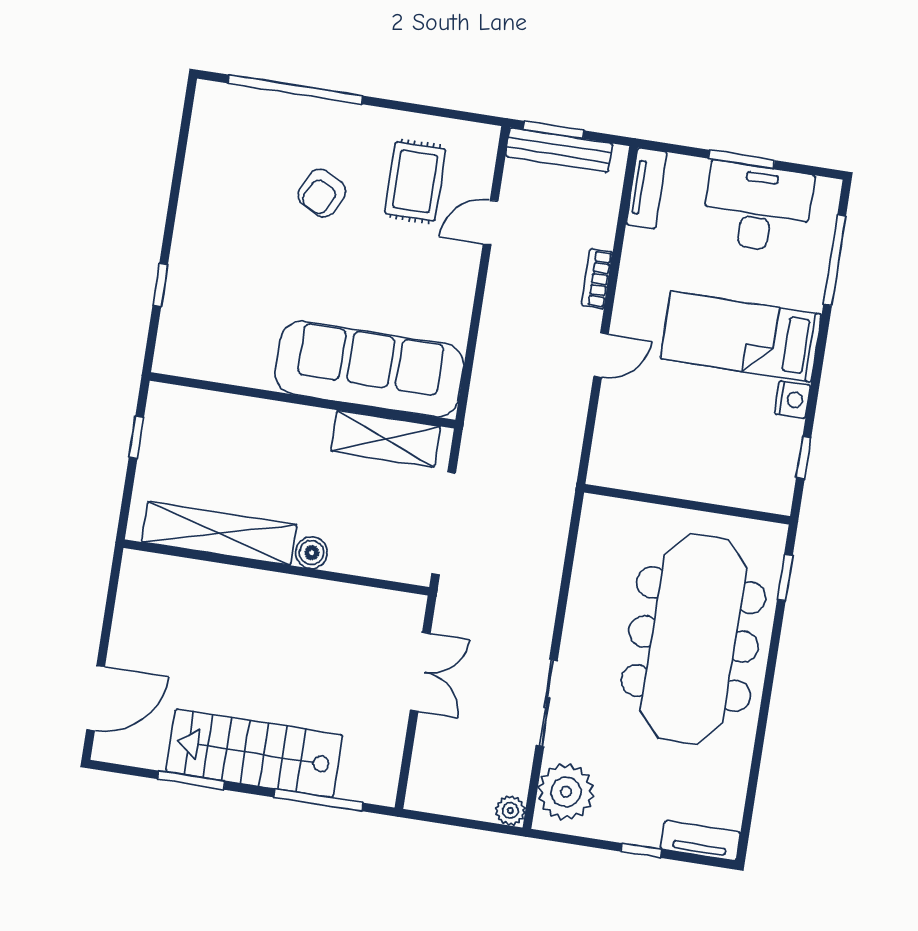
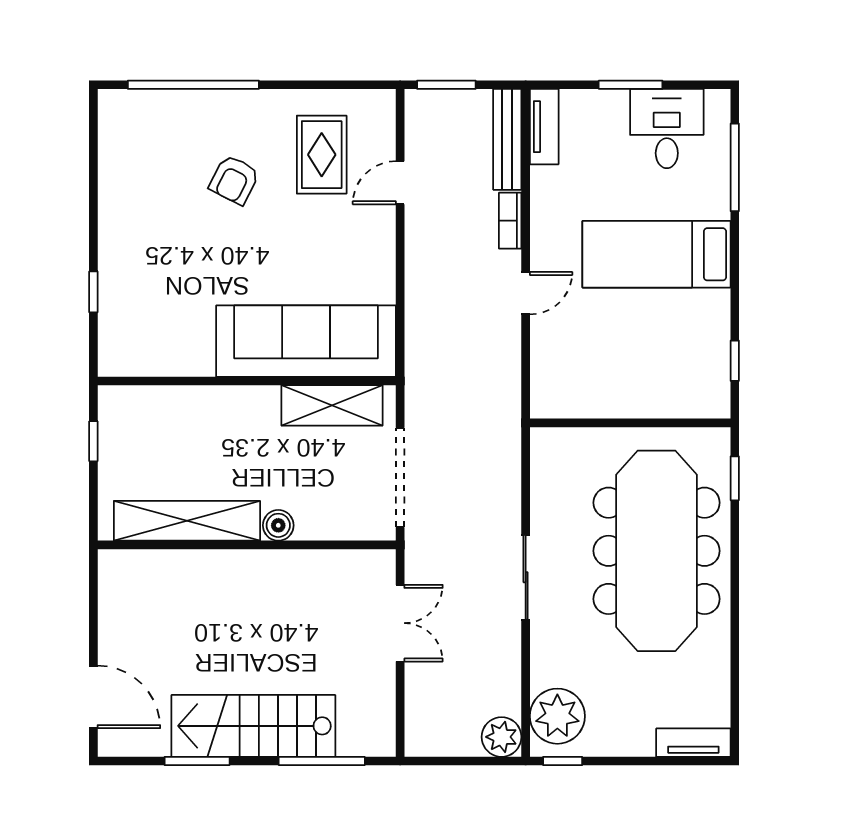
bench: (559, 150) -> (507, 139), moved, turned 90
desk: (757, 208) -> (667, 129), width x0.73
nightstand: (792, 400) -> (715, 307), removed
door: (96, 698) -> (93, 697), hinge flipped
sliding door: (547, 703) -> (526, 577), moved
plant: (510, 811) -> (502, 737), width x1.38, depth x1.38
window: (641, 851) -> (563, 761), moved

